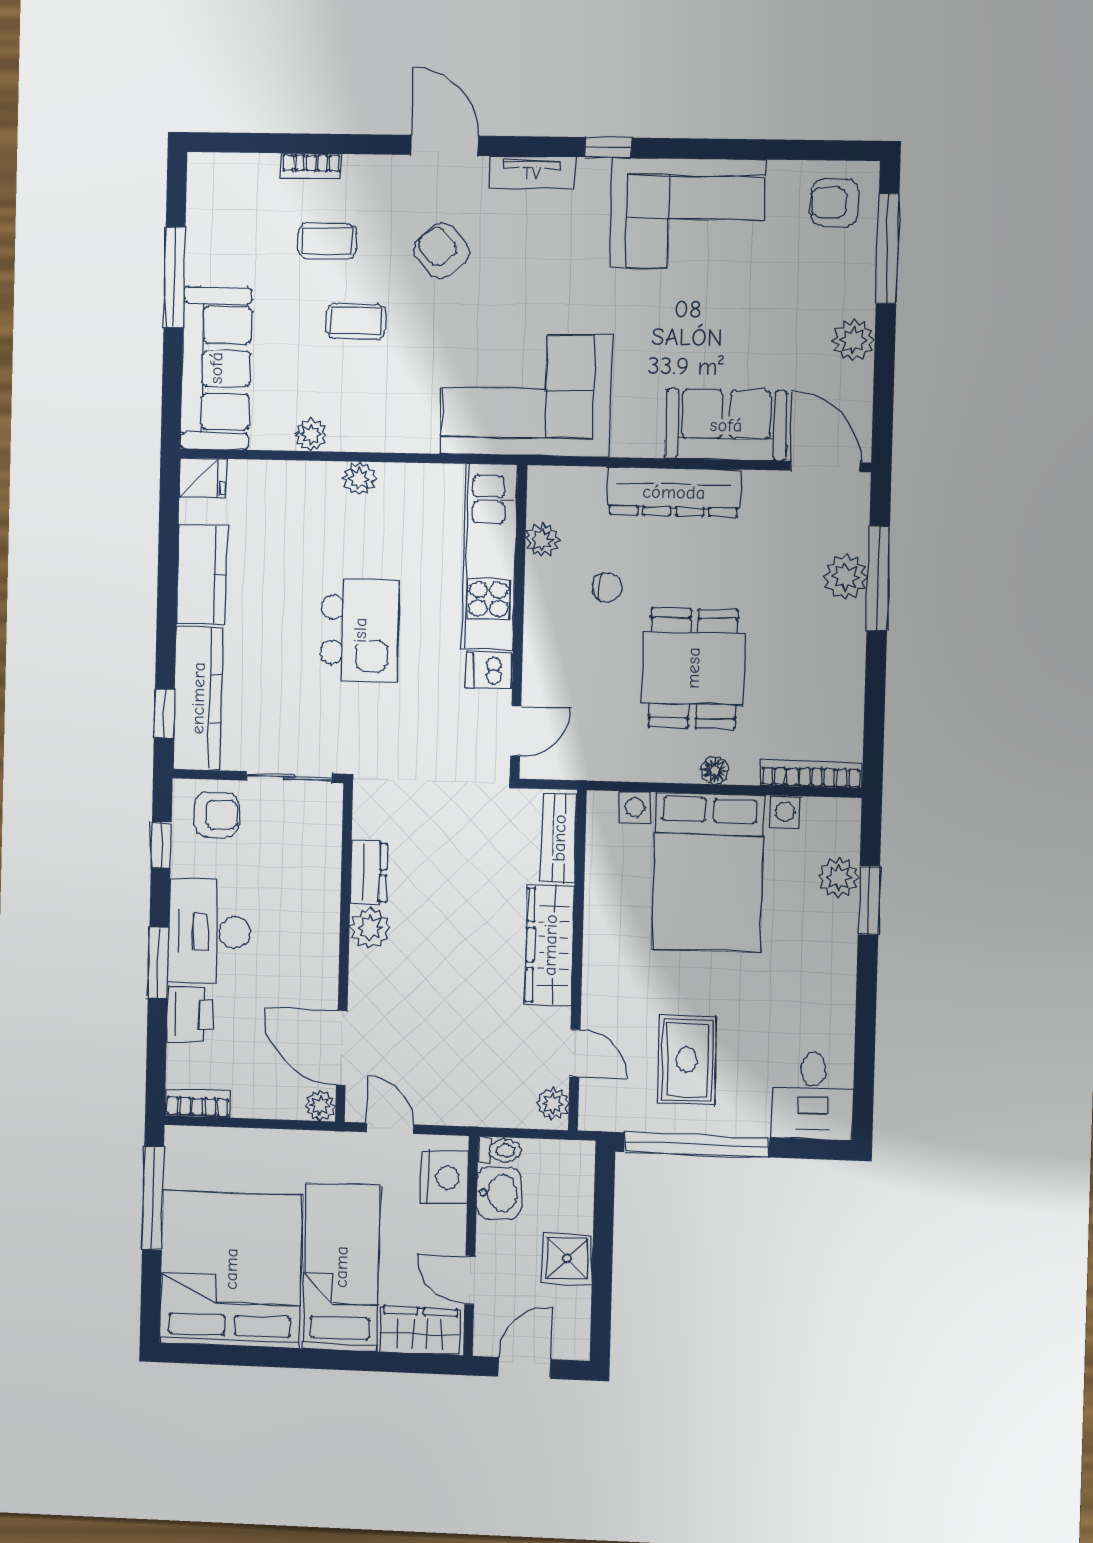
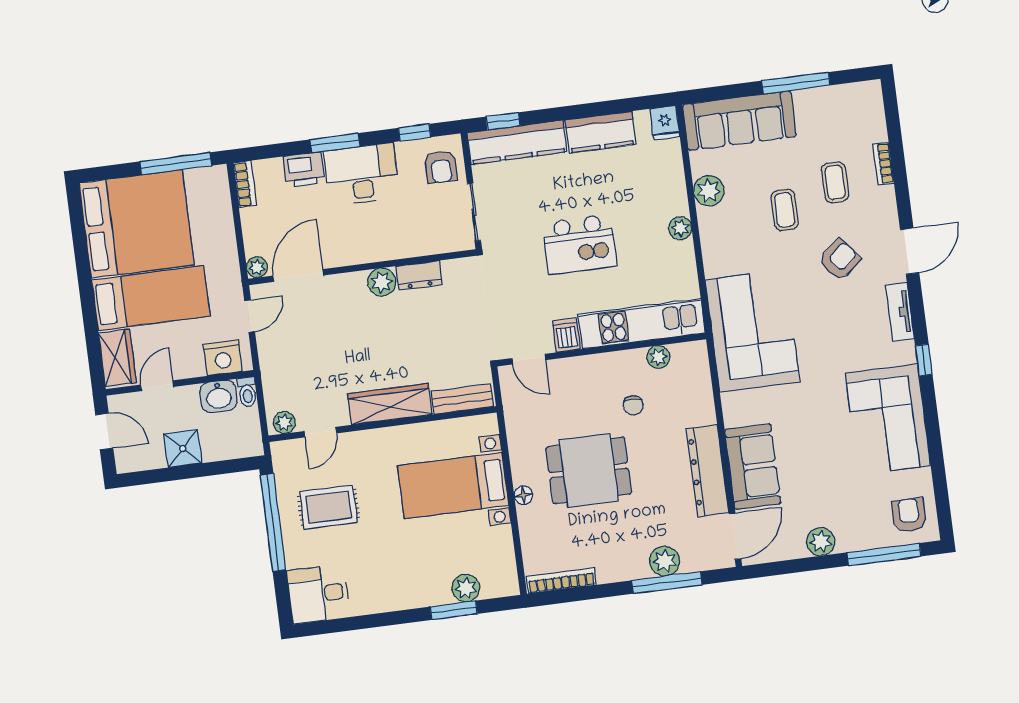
plant: (311, 435) -> (709, 191), width x1.38, depth x1.38
dresser: (674, 492) -> (707, 471), moved
bookcase: (811, 774) -> (561, 581), moved, turned -90
bed with nightstands: (708, 872) -> (453, 486), width x0.73

